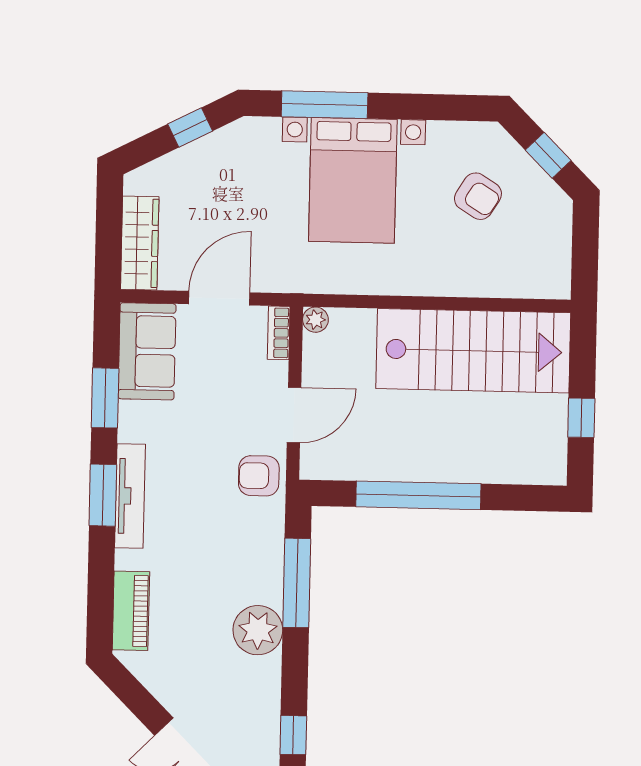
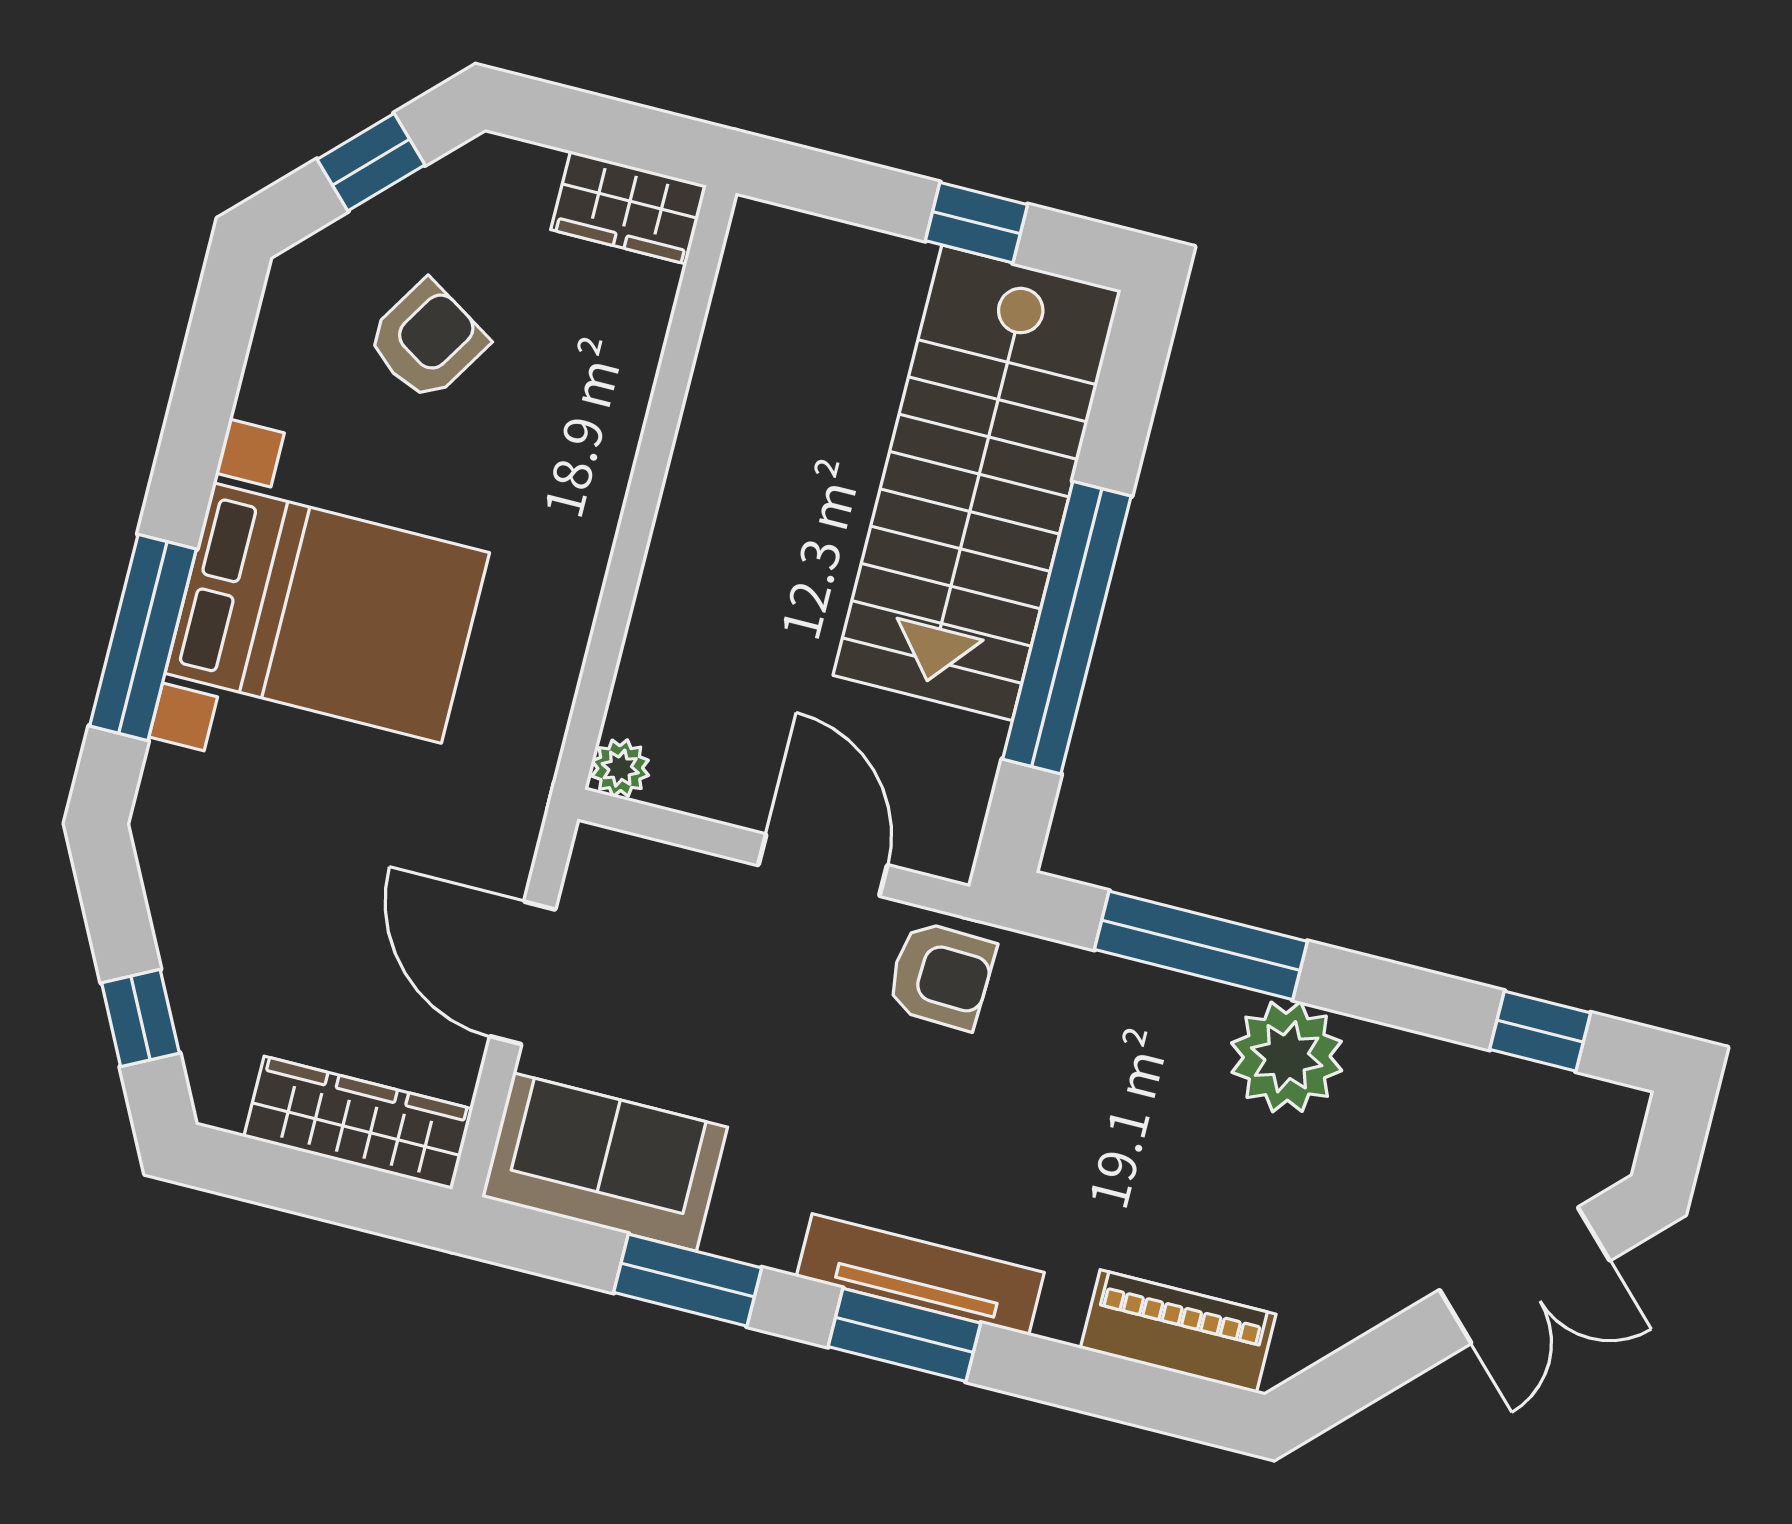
window: (190, 127) -> (140, 1018), moved
wardrobe: (554, 269) -> (629, 208), added
bookcase: (279, 333) -> (631, 857), removed
stairs: (473, 351) -> (977, 483), moved, turned 180
armchair: (259, 476) -> (941, 975), turned -88

